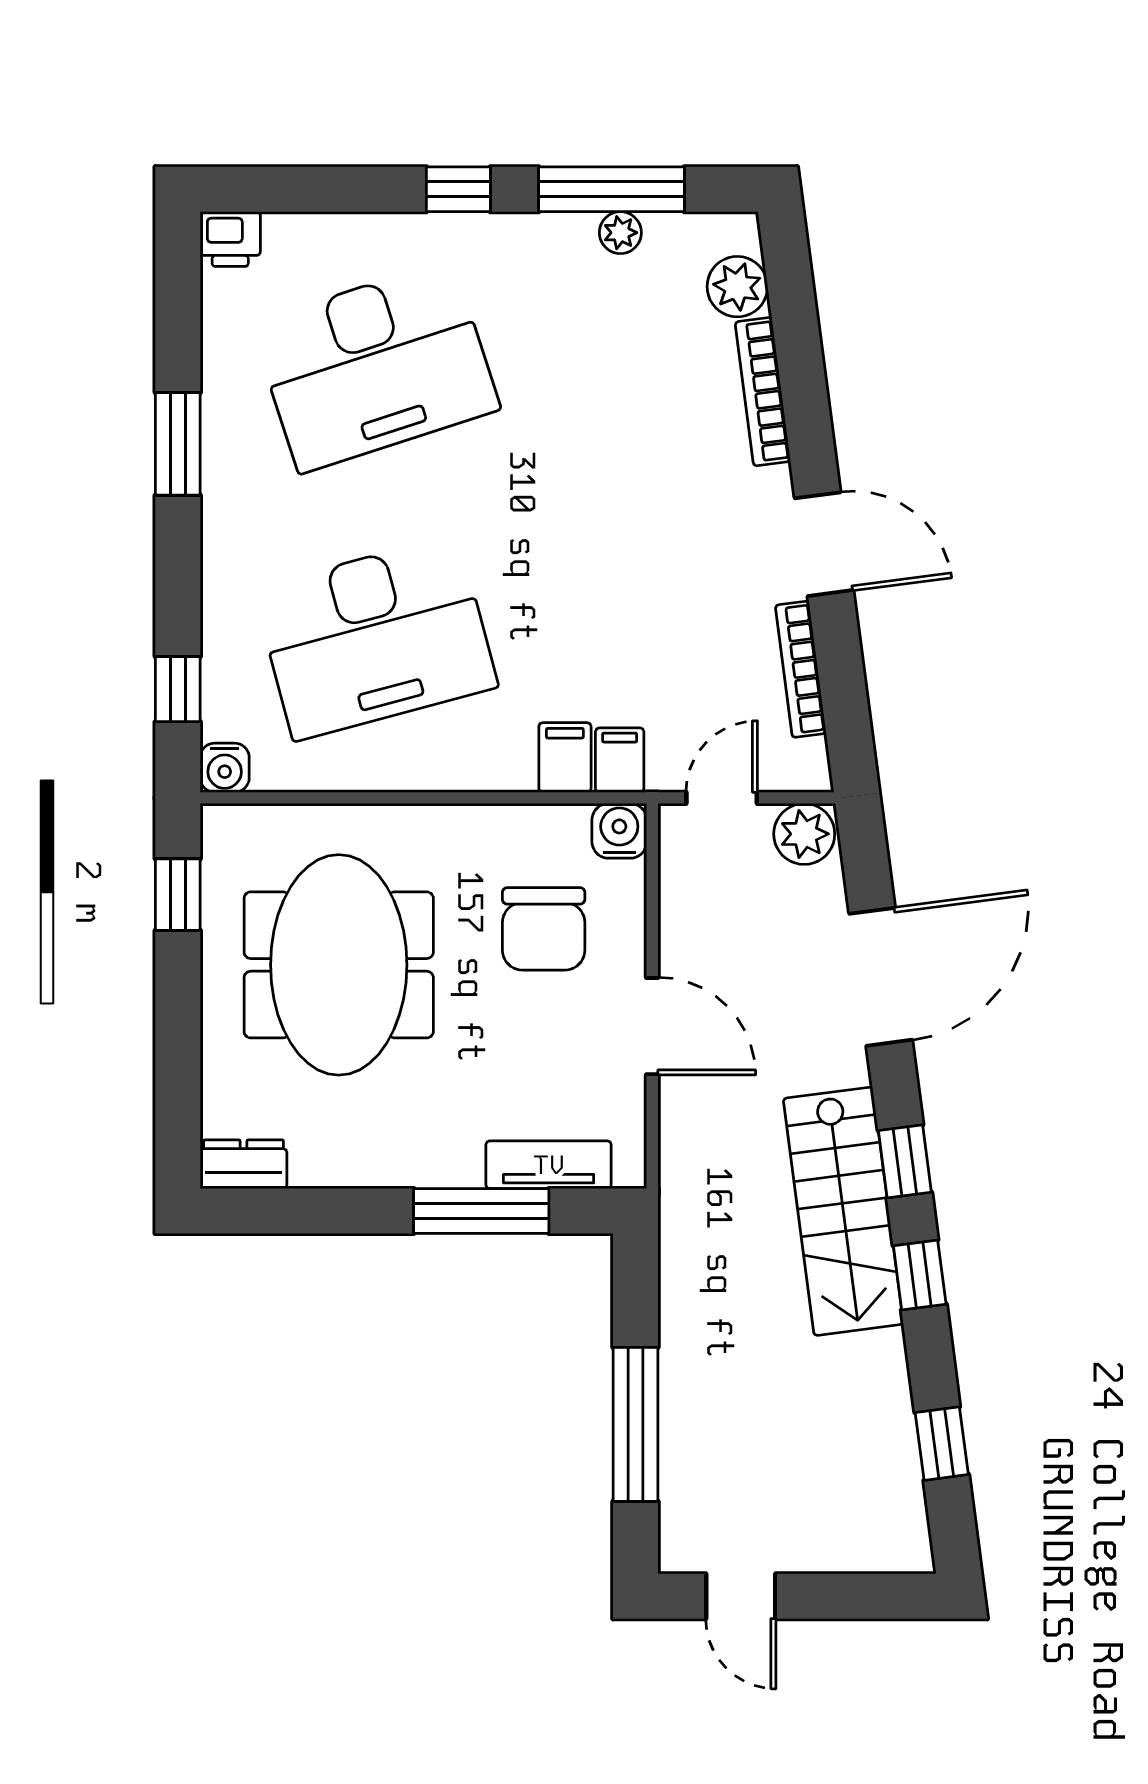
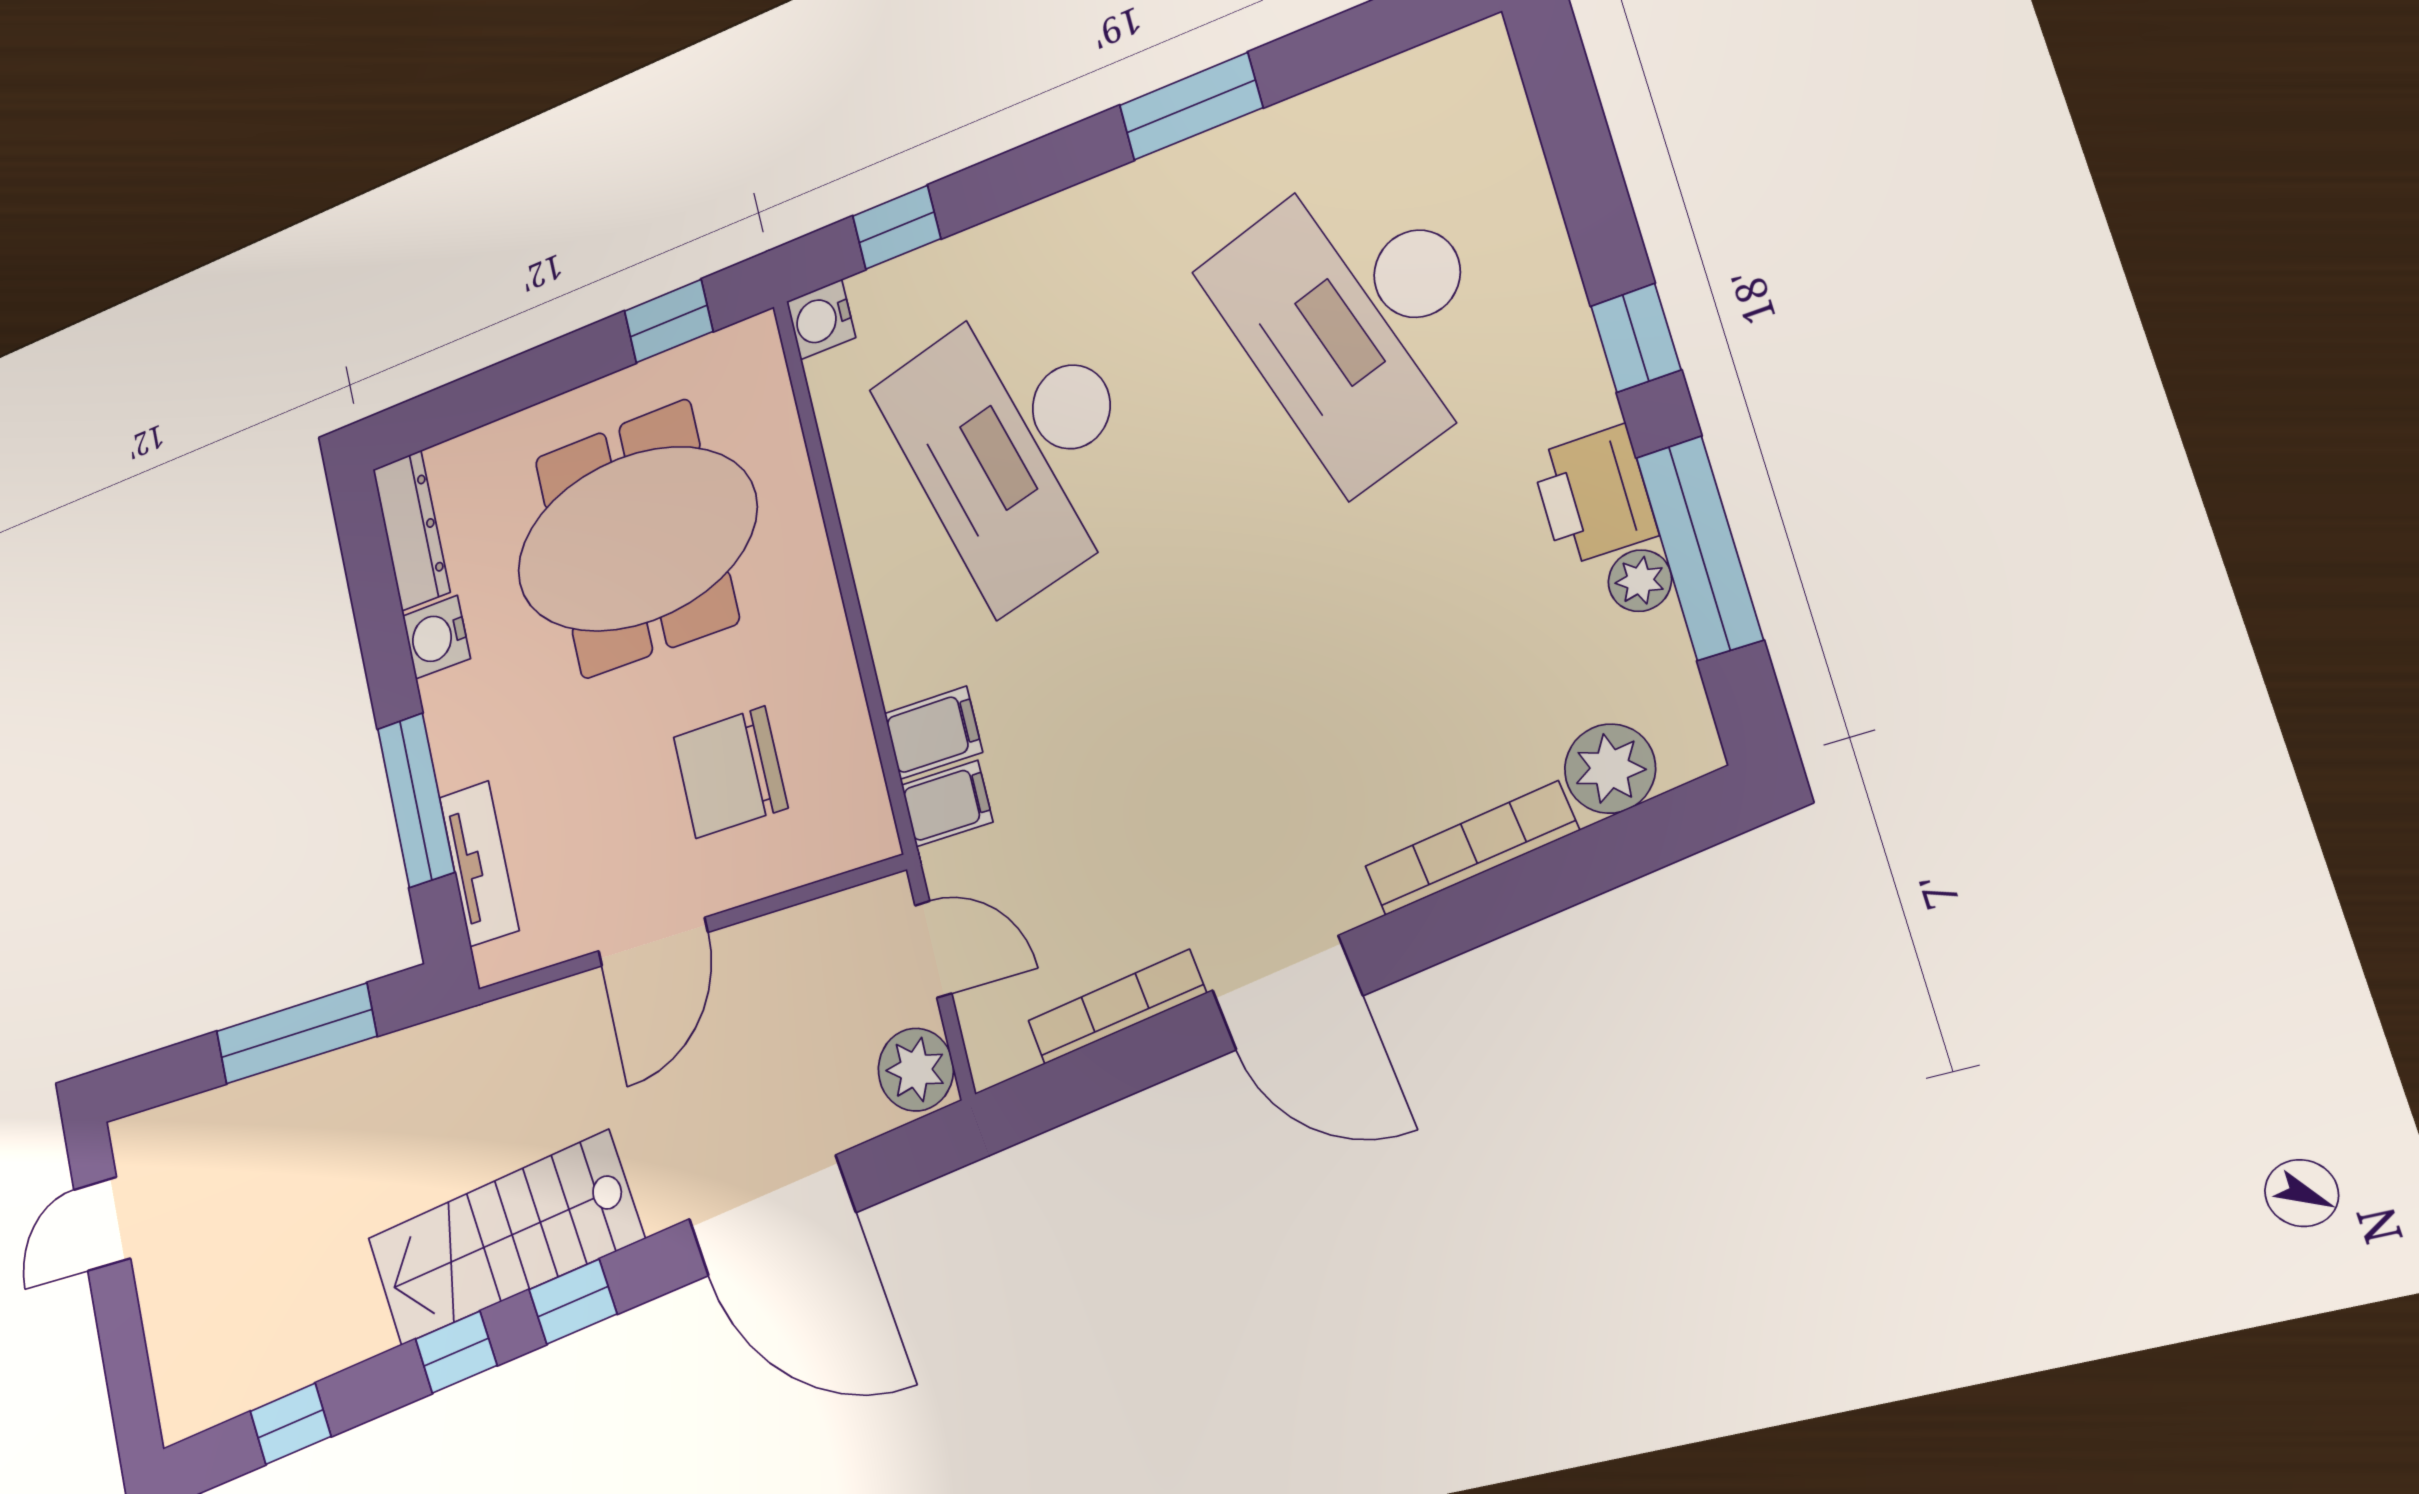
printer: (230, 239) -> (1594, 495), moved, width x1.36, depth x1.24
door: (824, 544) -> (1287, 993), hinge flipped
water cooler: (619, 831) -> (436, 637), moved, turned 180
dresser: (243, 1164) -> (411, 530), width x1.44
window: (636, 1424) -> (296, 1034), moved

